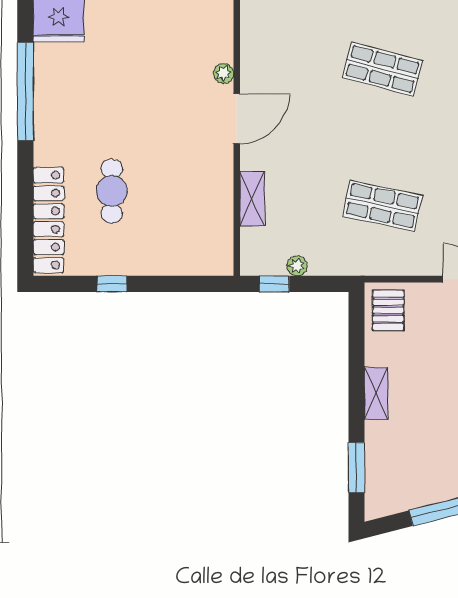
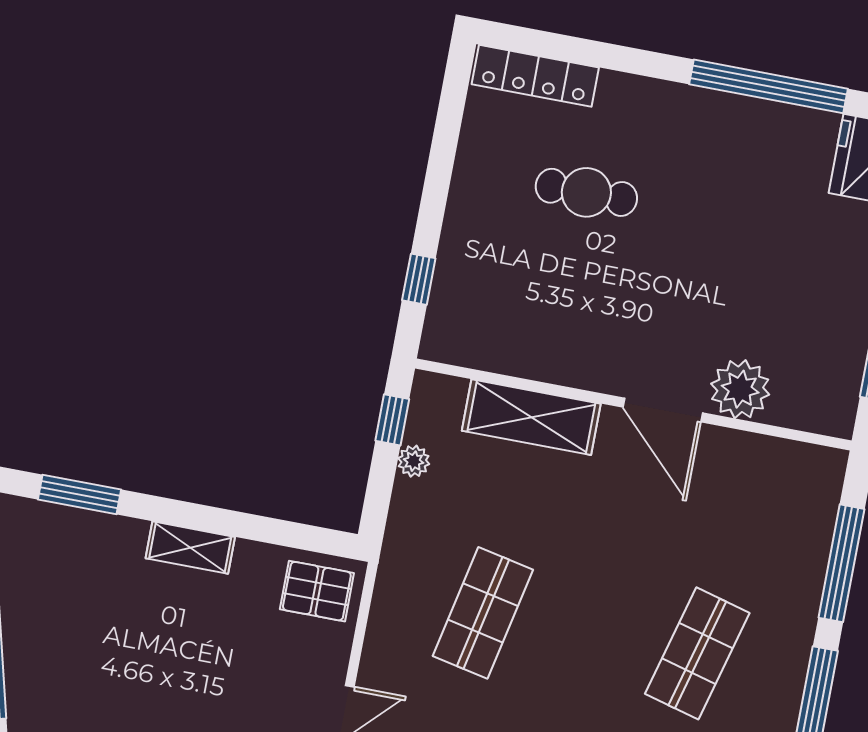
plant: (224, 73) -> (740, 389), width x1.87, depth x1.87
shelving: (252, 199) -> (531, 417), width x1.50, depth x1.33
locker: (49, 220) -> (535, 76), width x0.71, depth x0.83
window: (112, 284) -> (419, 279), moved

